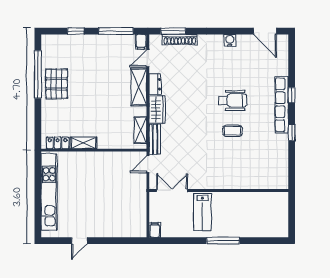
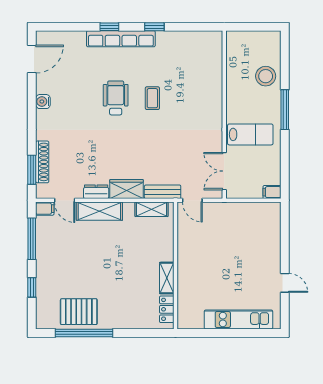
pallet: (57, 84) -> (79, 312), moved
kitchen unit: (49, 192) -> (238, 320), width x0.73
stool: (251, 225) -> (266, 76), added

